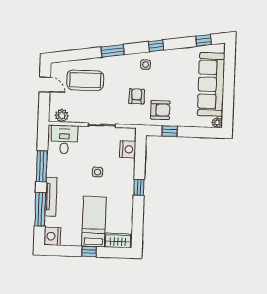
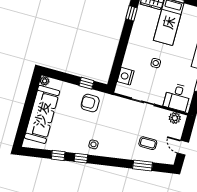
window: (204, 40) -> (58, 155), moved
window: (113, 51) -> (143, 166), moved
coffee table: (85, 80) -> (148, 143), width x0.54, depth x0.58
armchair: (137, 96) -> (107, 119), removed
window: (139, 187) -> (132, 13), moved

